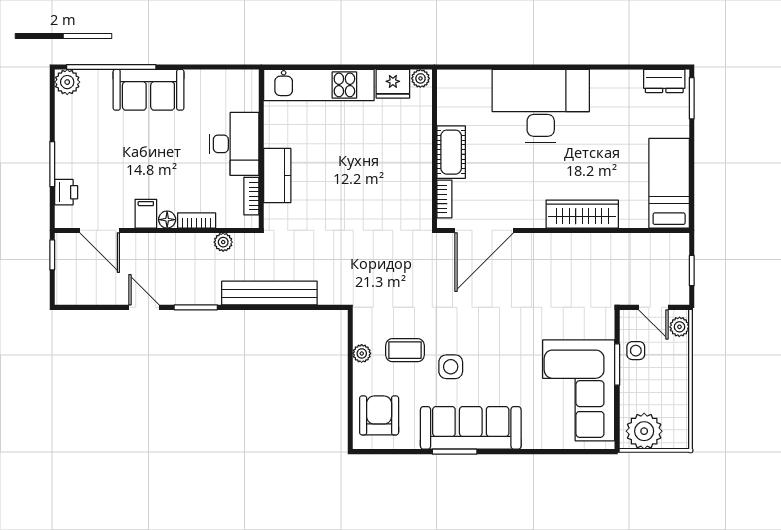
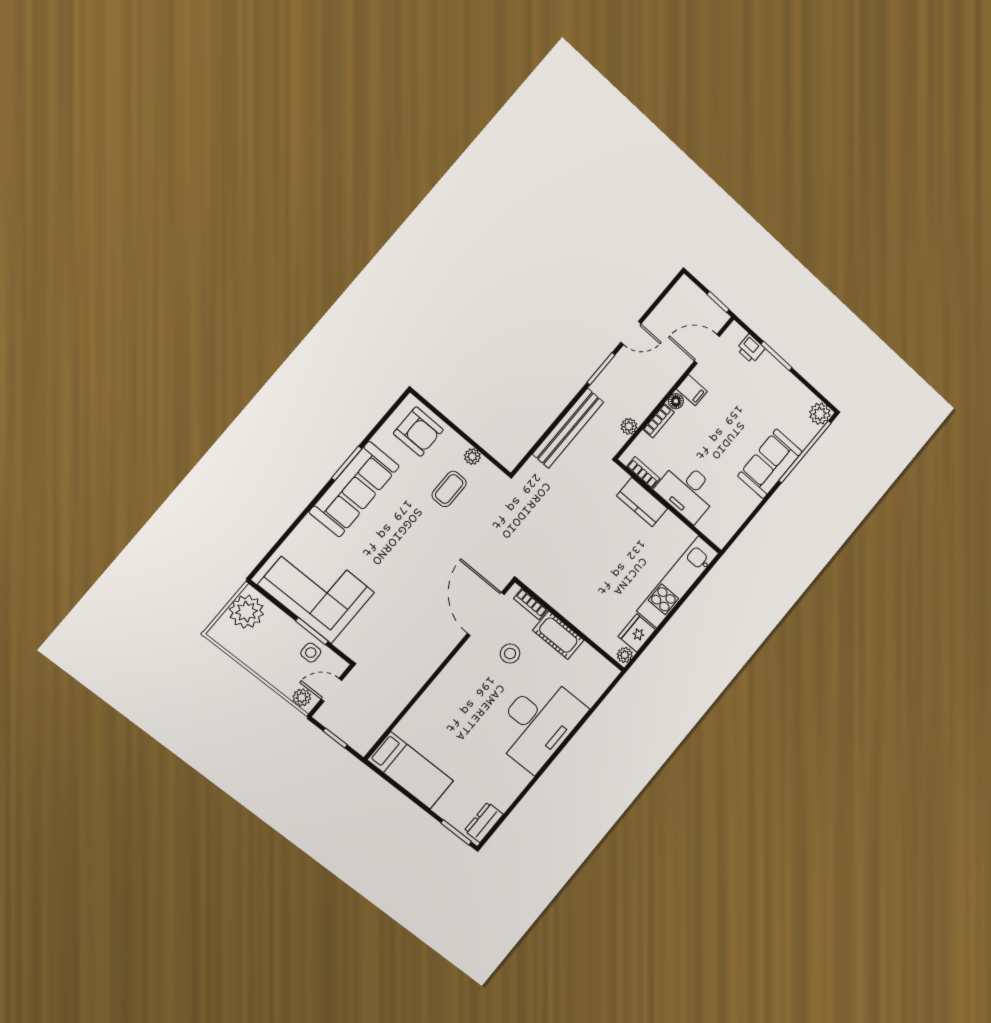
stool: (501, 181) -> (510, 654), added
wardrobe: (582, 214) -> (440, 692), removed
side table: (451, 367) -> (410, 511), removed

